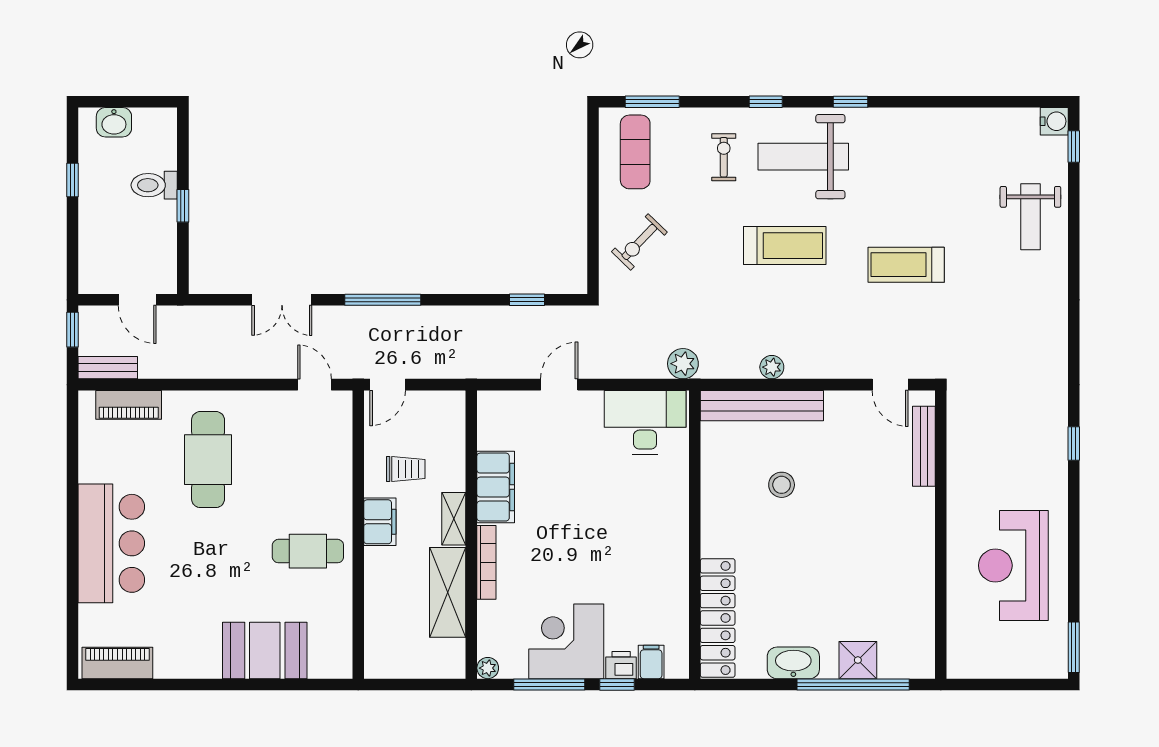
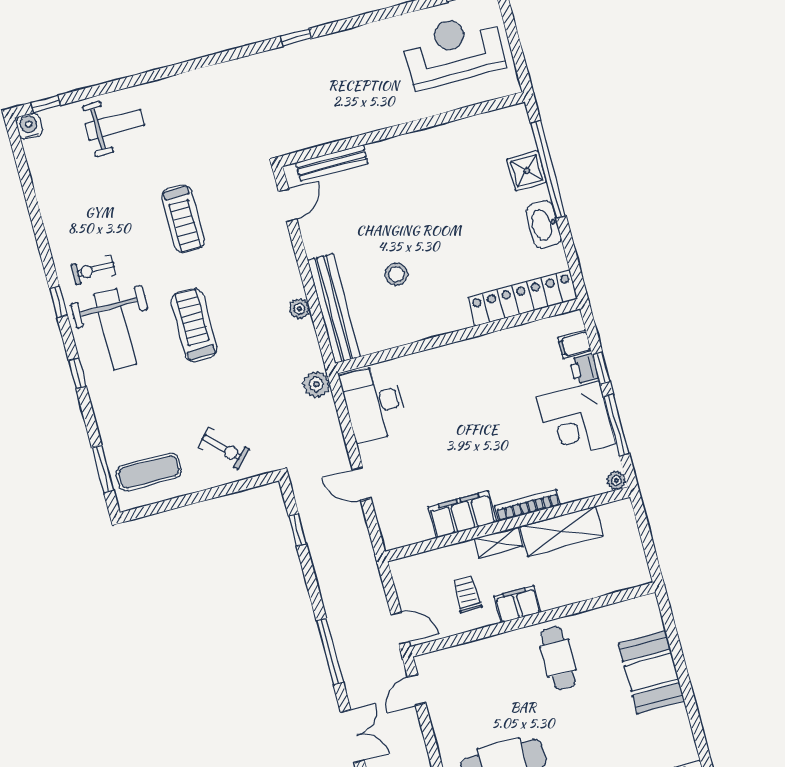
exercise bike: (724, 157) -> (94, 270), moved
reception desk: (1013, 565) -> (453, 50), moved, turned 180

